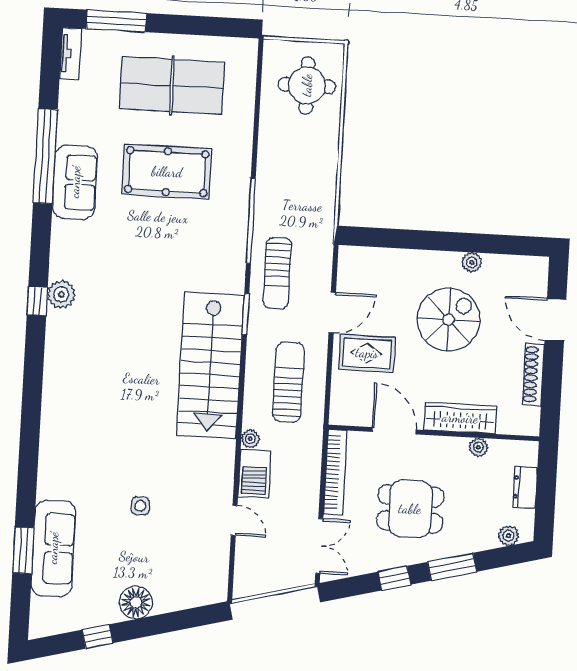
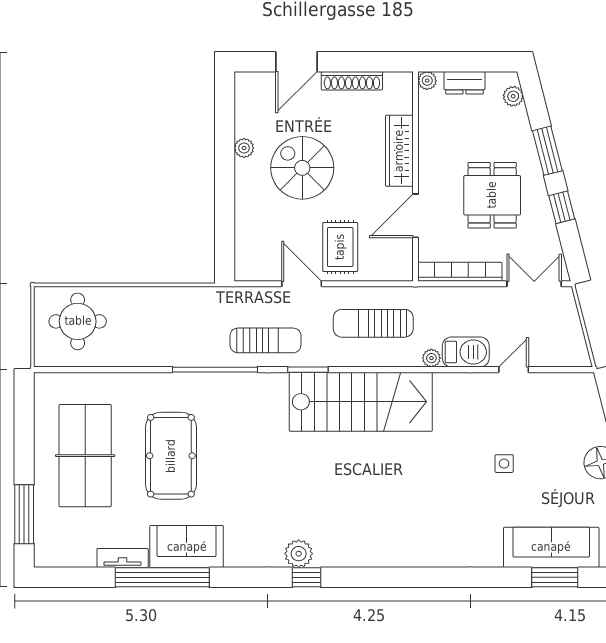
tv unit: (70, 54) -> (123, 558), moved
plant: (478, 447) -> (427, 81), moved

